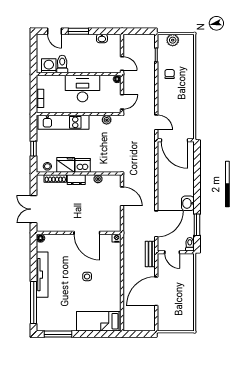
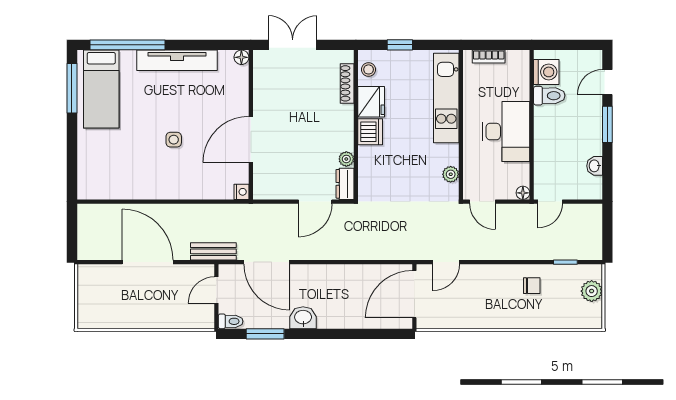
dresser: (76, 180) -> (345, 184), moved
bed: (99, 321) -> (101, 89), moved, turned 180

